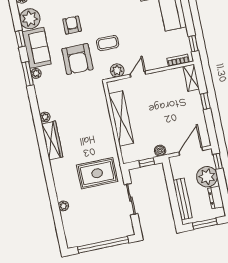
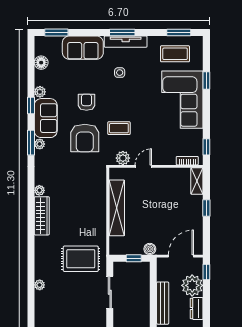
plant: (30, 19) -> (40, 92), width x0.53, depth x0.53

